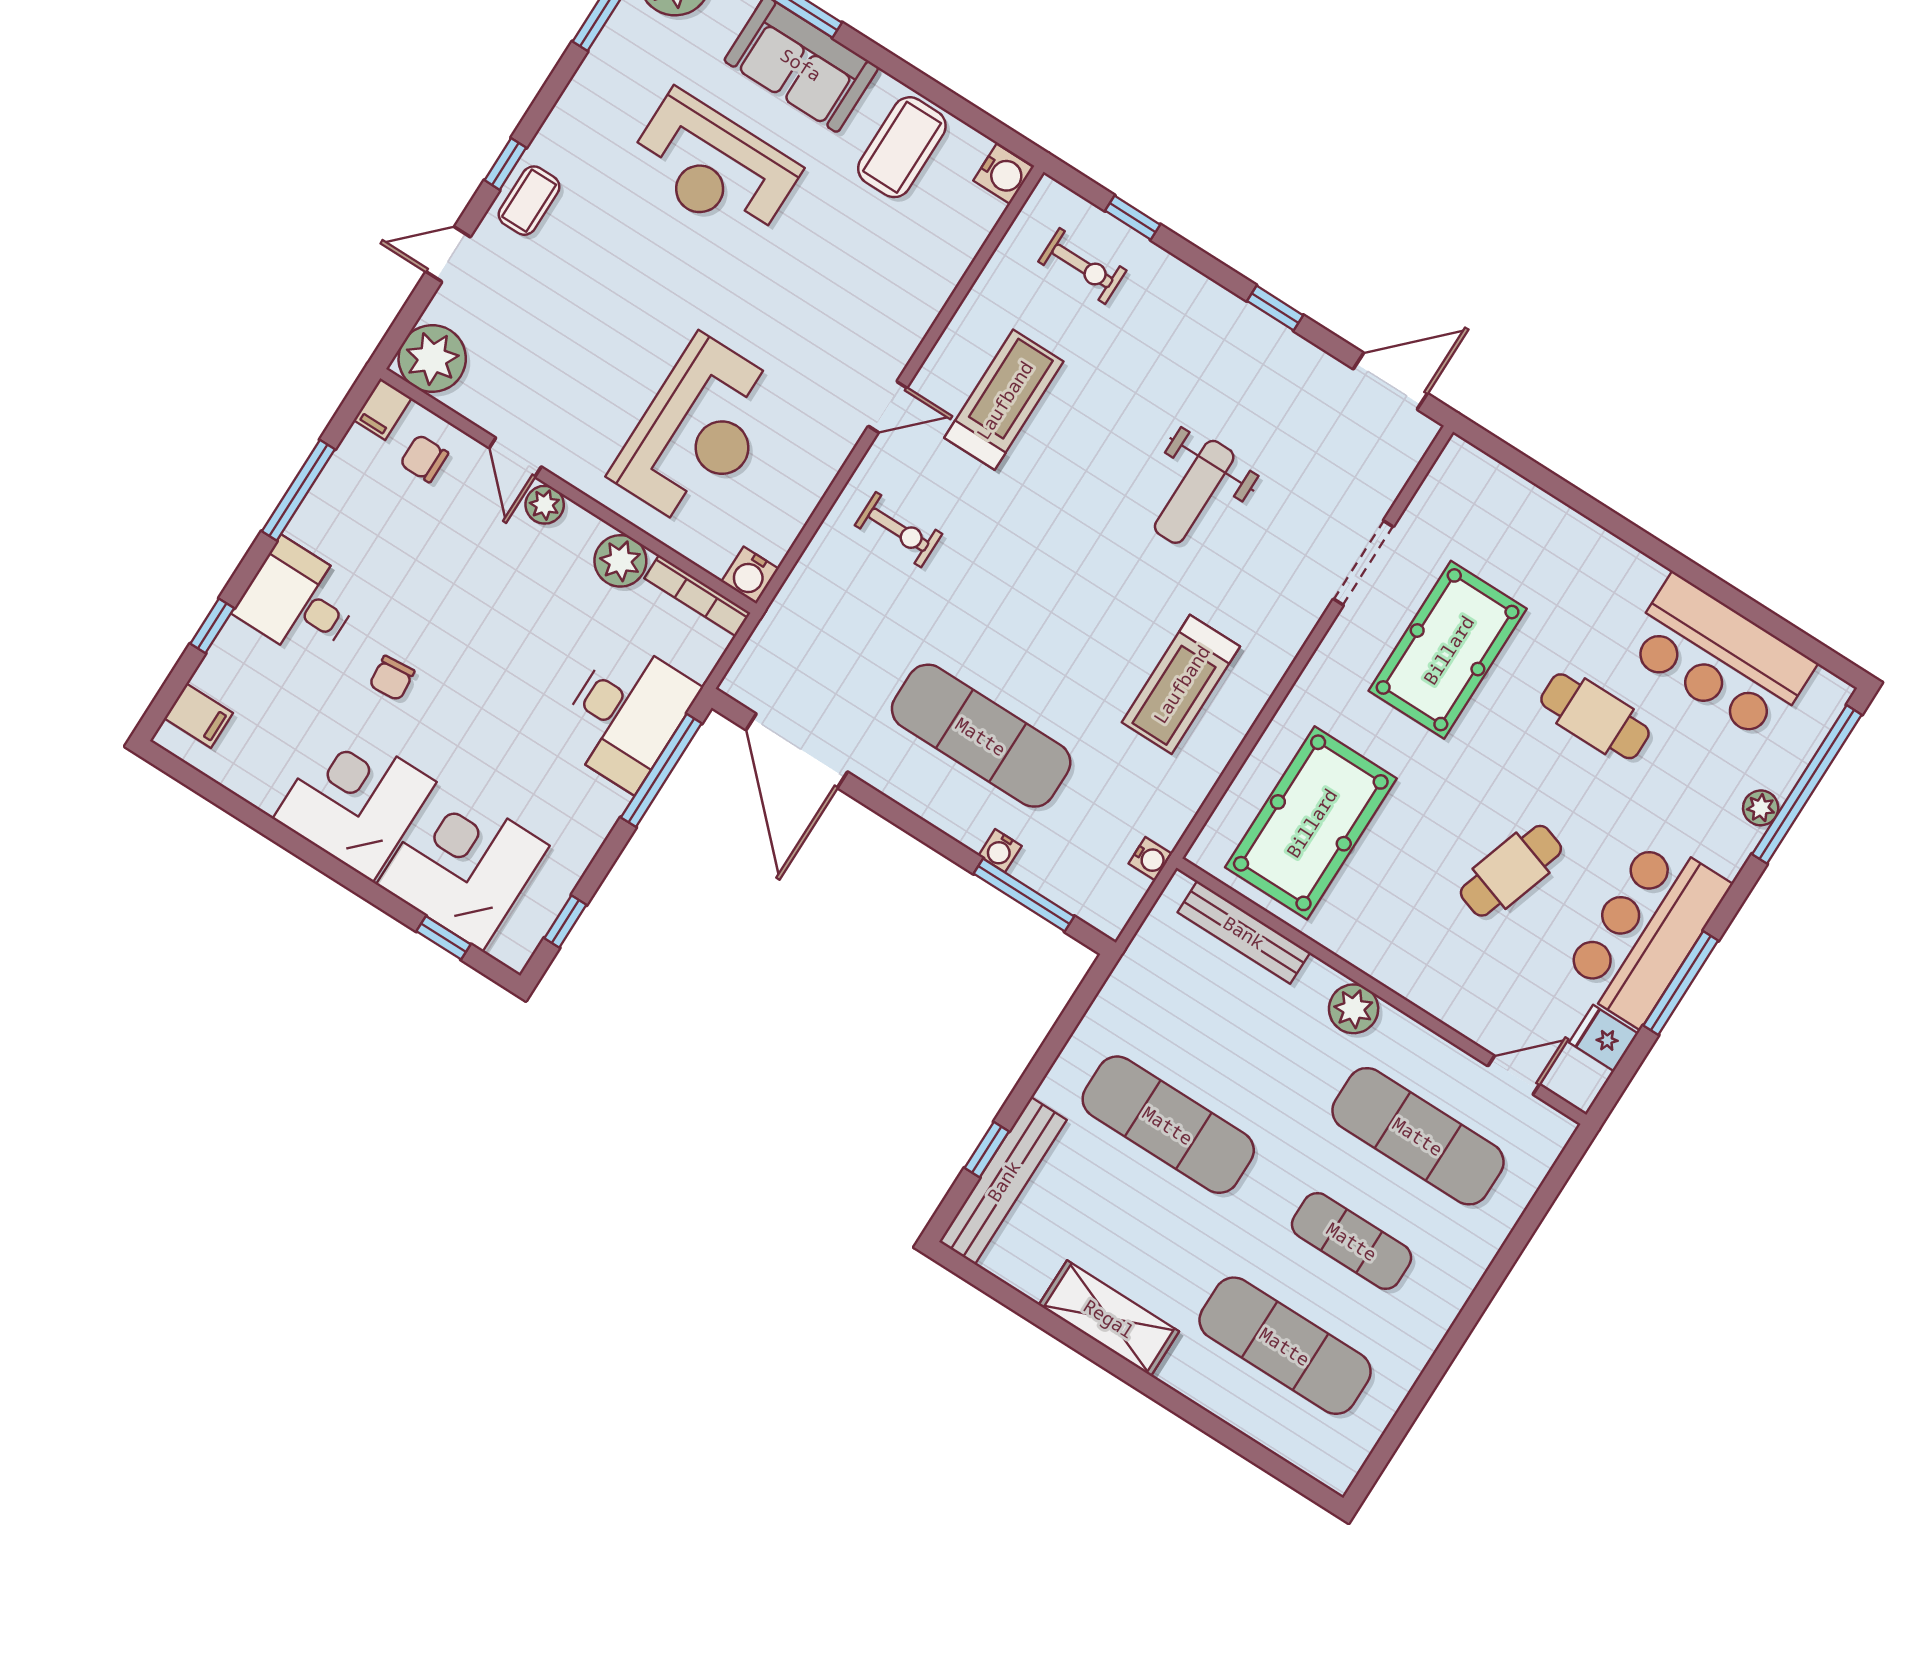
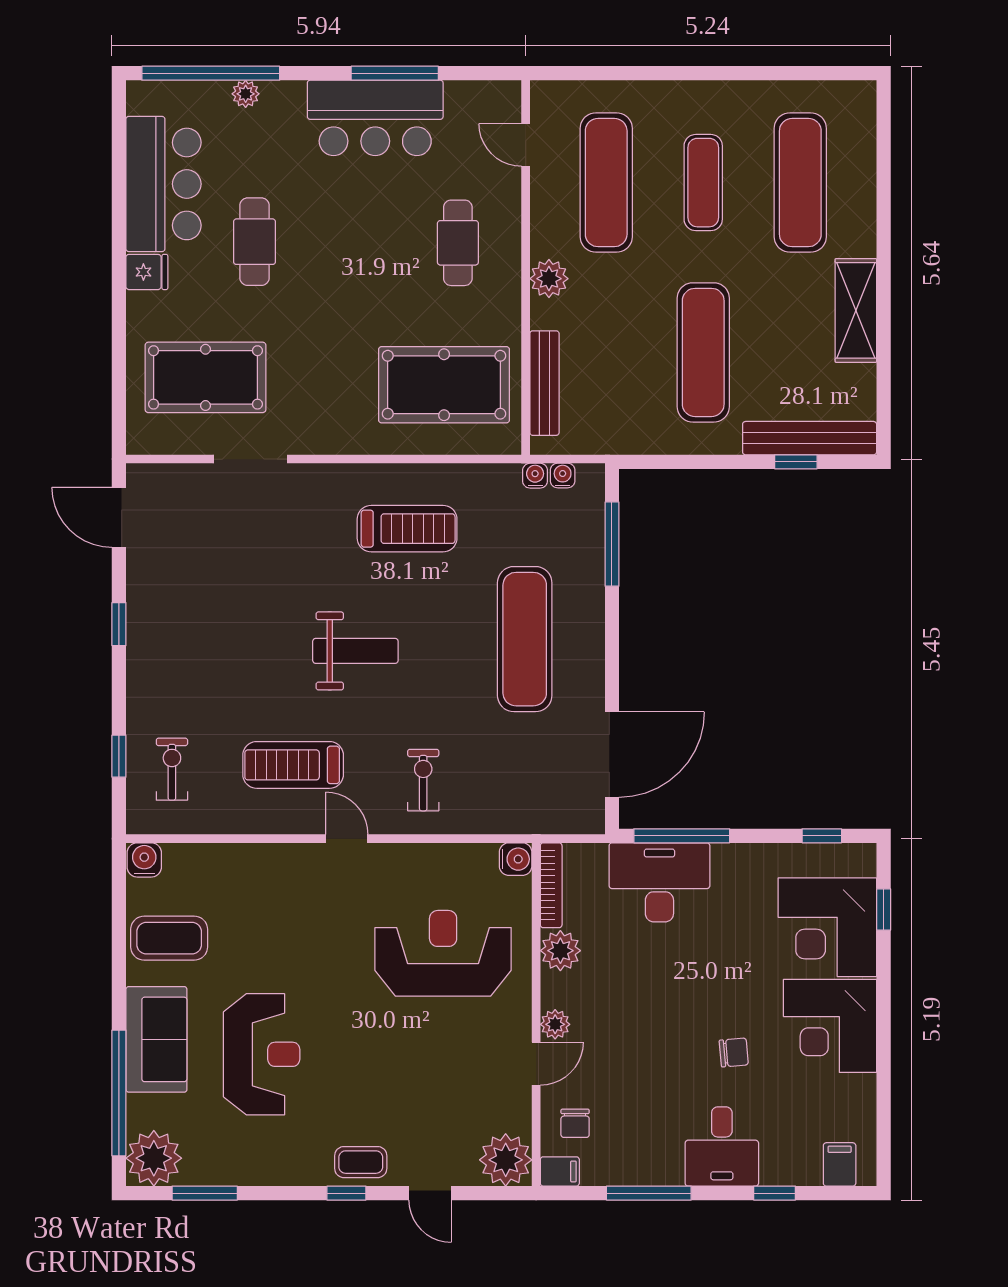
weight bench: (1194, 492) -> (355, 651), moved
pool table: (1448, 650) -> (205, 377), moved
water cooler: (1000, 851) -> (563, 476), moved, turned -90
cafe table: (1511, 871) -> (458, 243), moved, turned 72
fridge: (1604, 1038) -> (147, 272), moved, turned -90

